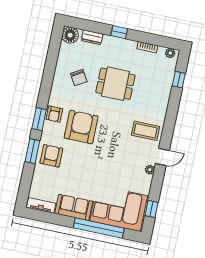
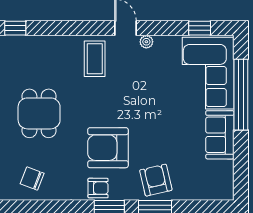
chair: (79, 78) -> (32, 178), moved, turned -129
armchair: (51, 156) -> (156, 180), turned 77
tv unit: (41, 205) -> (226, 180), removed

